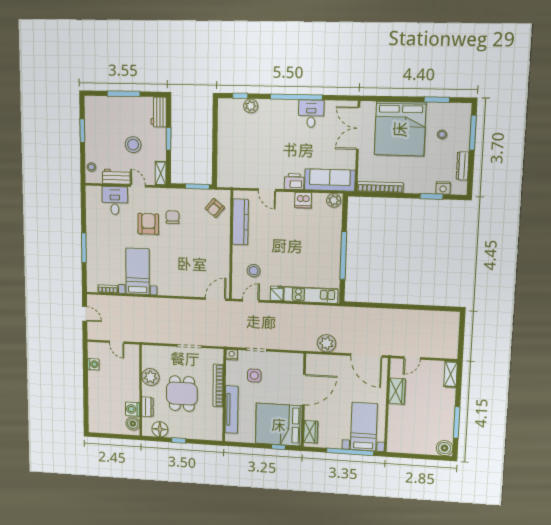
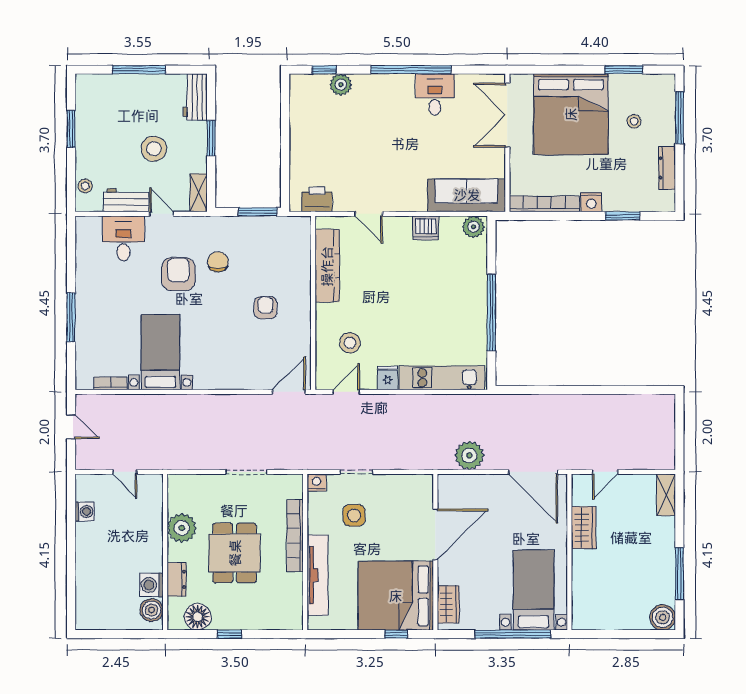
printer: (294, 182) -> (317, 199), moved
nightstand: (443, 188) -> (591, 202), moved
armchair: (215, 208) -> (265, 308), moved, turned 141

